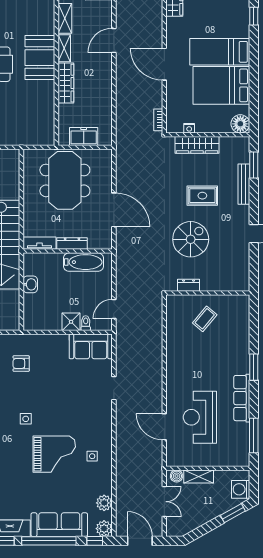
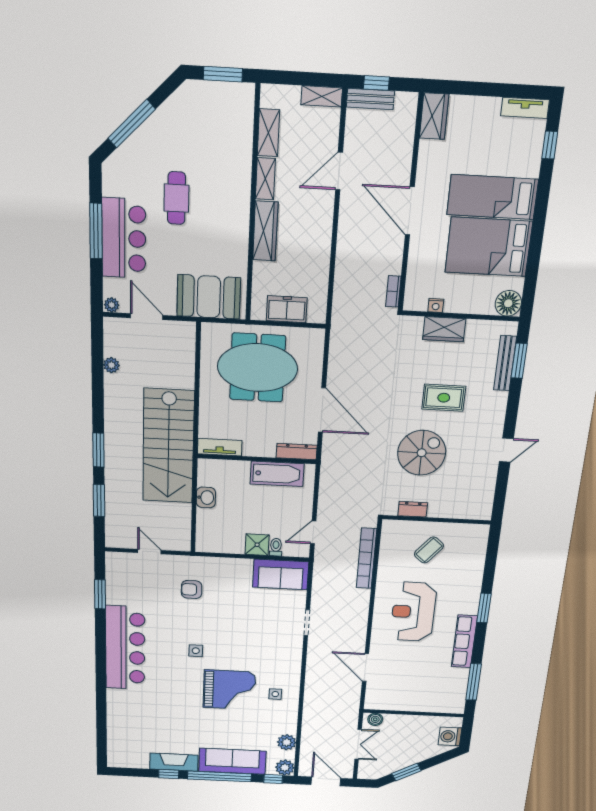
booth: (40, 58) -> (209, 297), moved, turned 90
wardrobe: (197, 145) -> (444, 329), width x0.67
meeting table: (65, 180) -> (258, 368), turned 90
bench: (244, 184) -> (505, 363), moved
dresser: (72, 243) -> (297, 452), moved
bookcase: (157, 329) -> (366, 558), added
reception desk: (200, 417) -> (413, 612), moved
shelving: (199, 477) -> (402, 721), removed
window: (233, 513) -> (406, 772), moved

